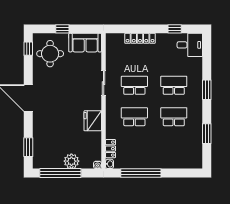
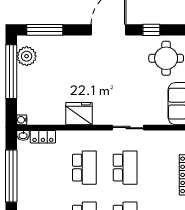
window: (28, 49) -> (151, 30), moved
window: (28, 147) -> (45, 30), width x1.44
plant: (71, 161) -> (27, 56), moved

